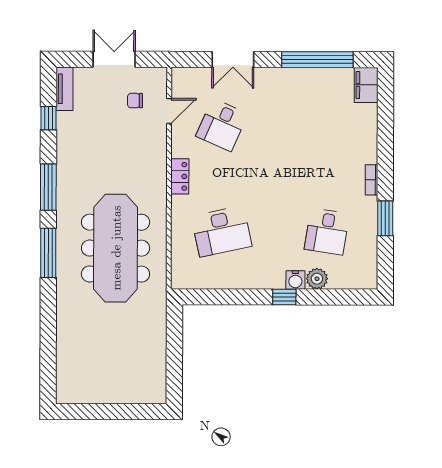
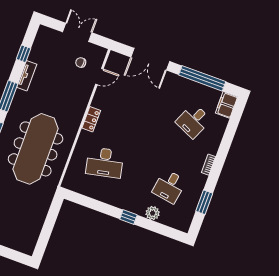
double door: (233, 59) -> (150, 59), width x1.37
tv unit: (65, 89) -> (27, 76), moved
desk: (222, 125) -> (193, 121), moved
window: (385, 218) -> (204, 202), moved
water cooler: (295, 280) -> (139, 209), removed

